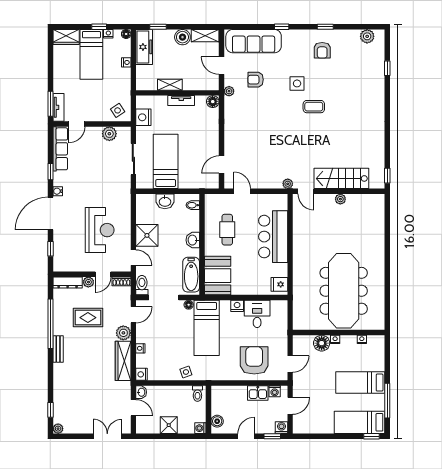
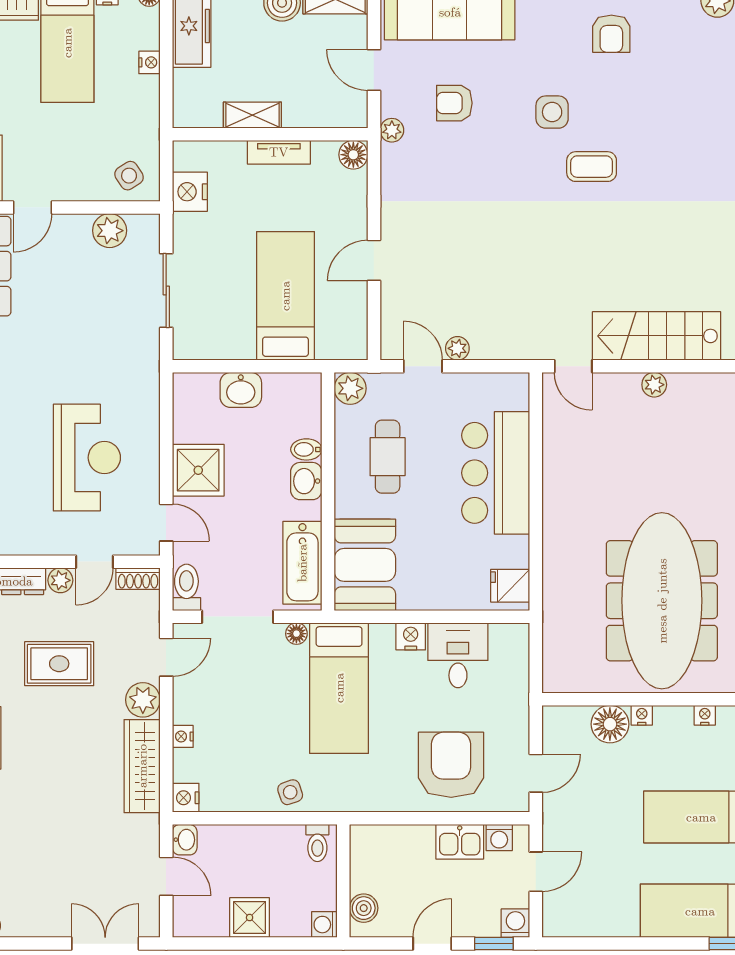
bed: (166, 161) -> (285, 296), moved
door: (221, 165) -> (374, 260), moved
plant: (288, 184) -> (457, 348), moved
plant: (211, 201) -> (350, 388), added
bidet: (193, 205) -> (306, 449), moved

